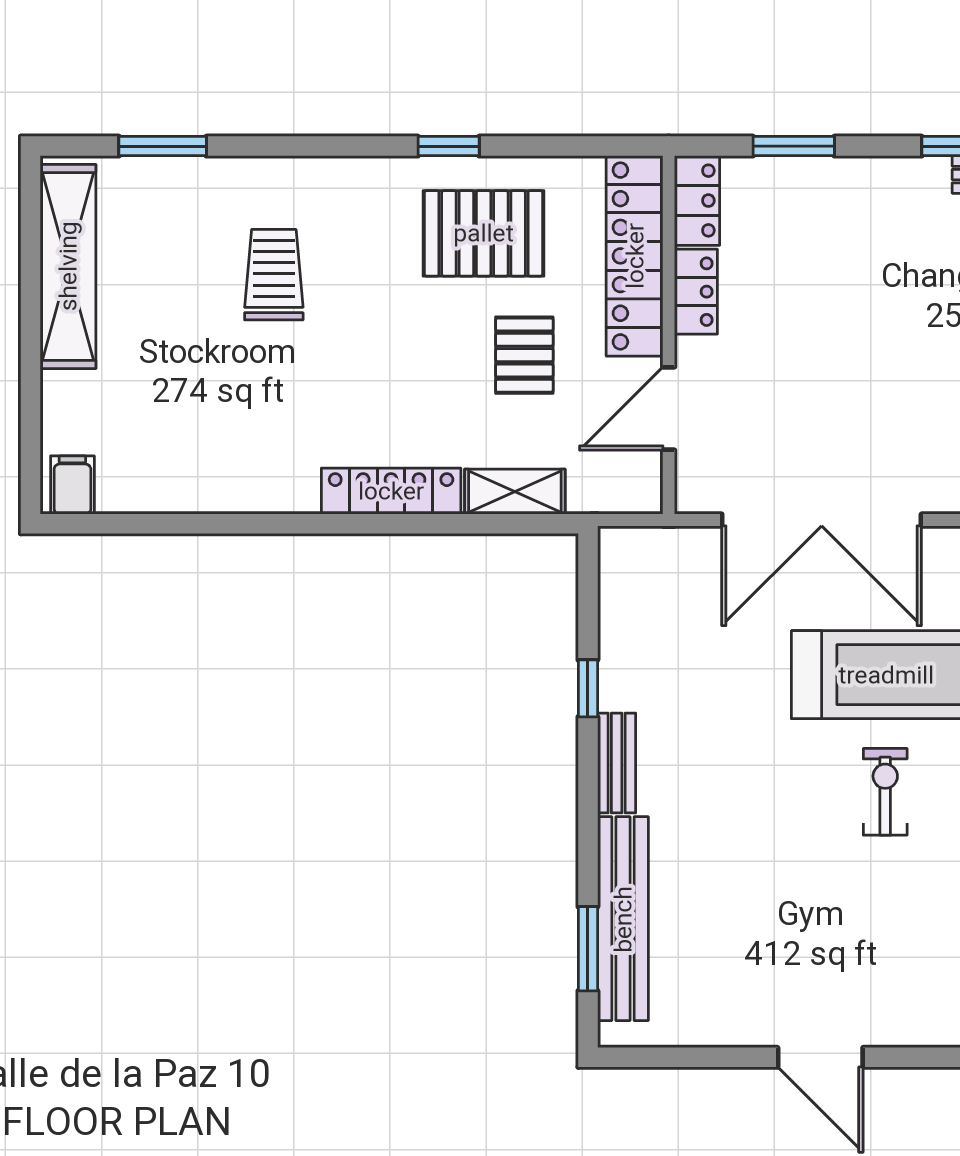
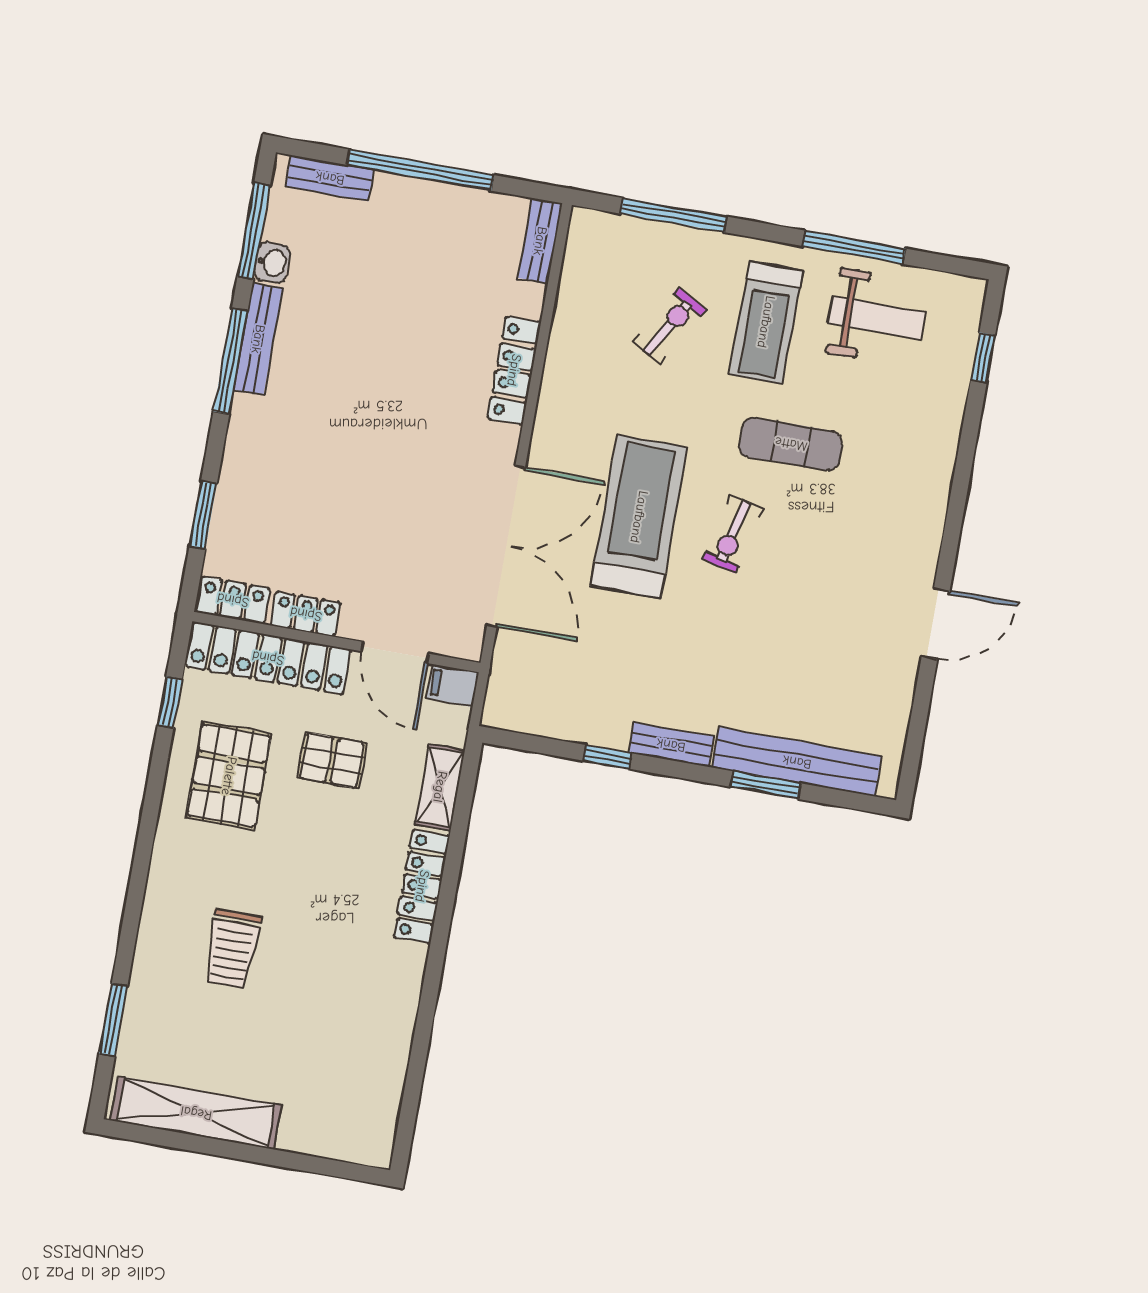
window: (449, 146) -> (170, 702), moved
trolley: (274, 275) -> (232, 949), turned -90
filing cabinet: (72, 485) -> (452, 685), moved
exercise bike: (885, 792) -> (733, 534), turned -77
window: (588, 949) -> (766, 785), moved

